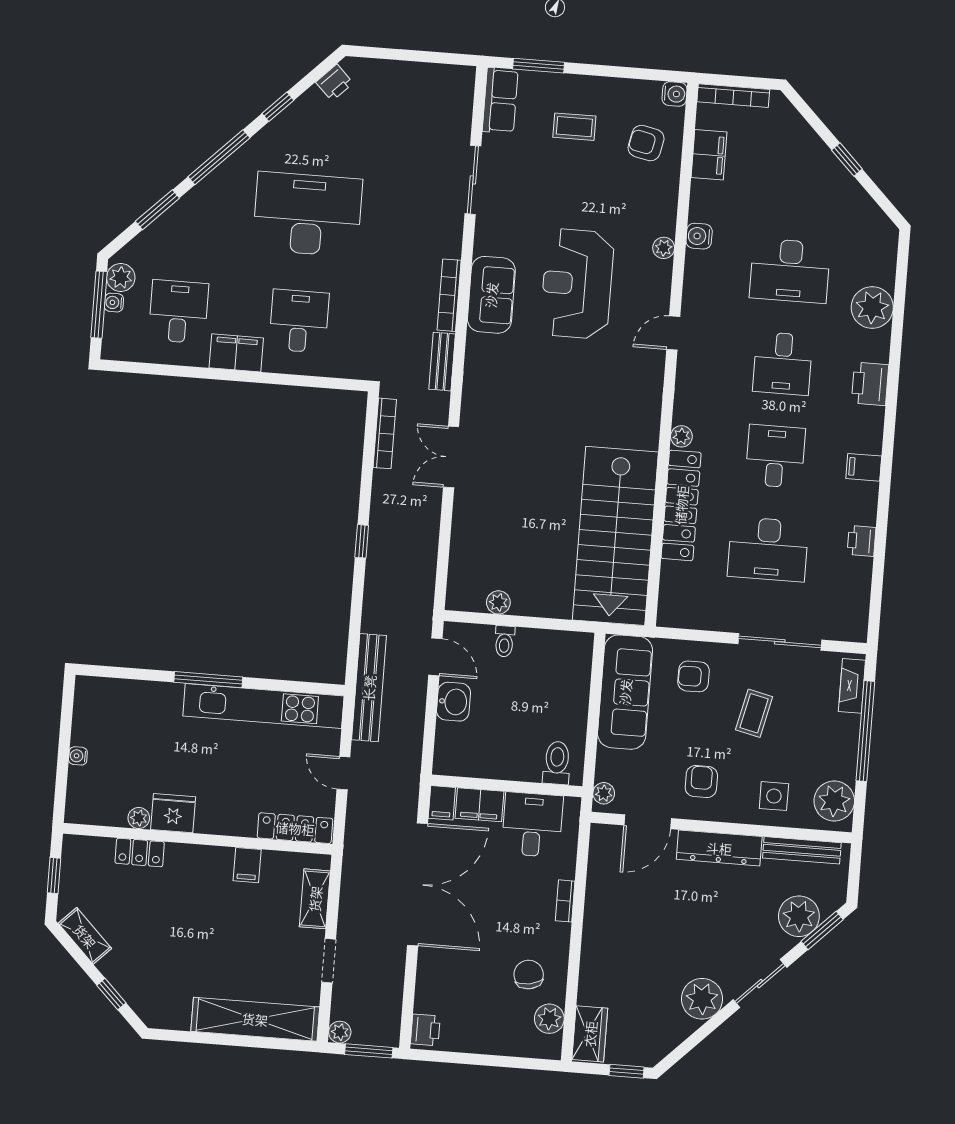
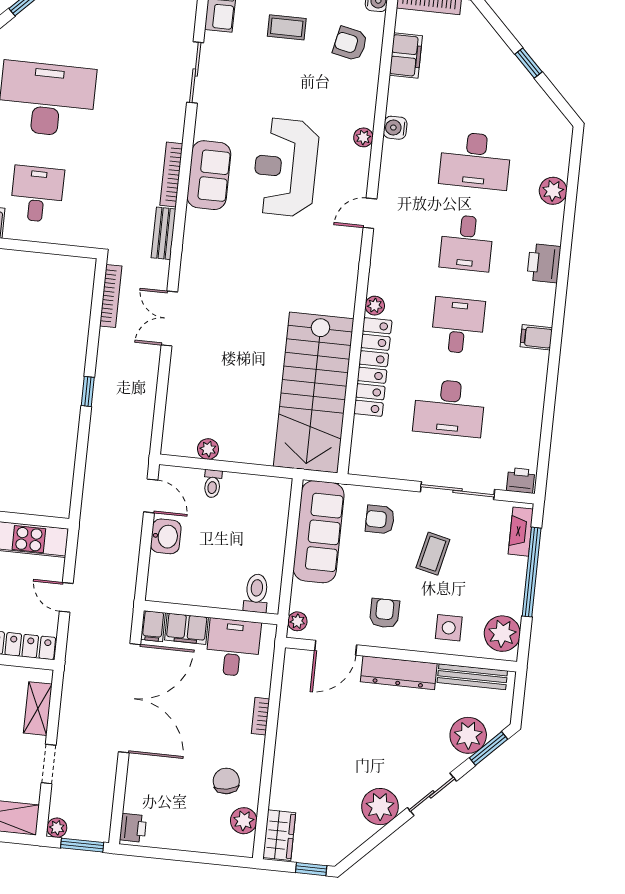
plant: (872, 307) -> (553, 191), width x0.73, depth x0.73
printer: (861, 541) -> (521, 480), moved, turned 90
bench: (369, 688) -> (91, 522), removed

